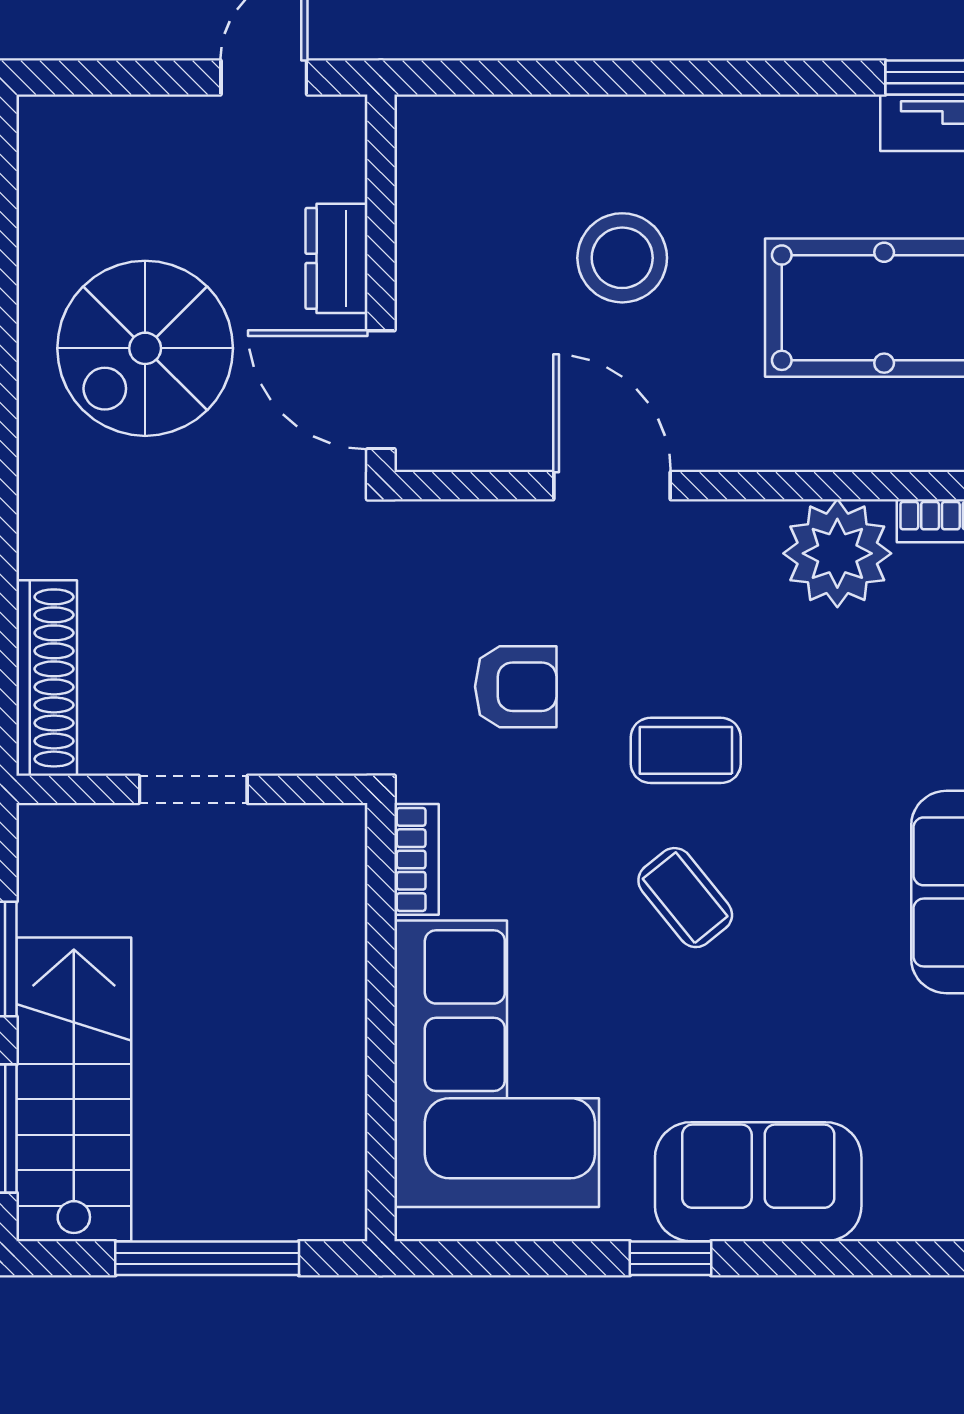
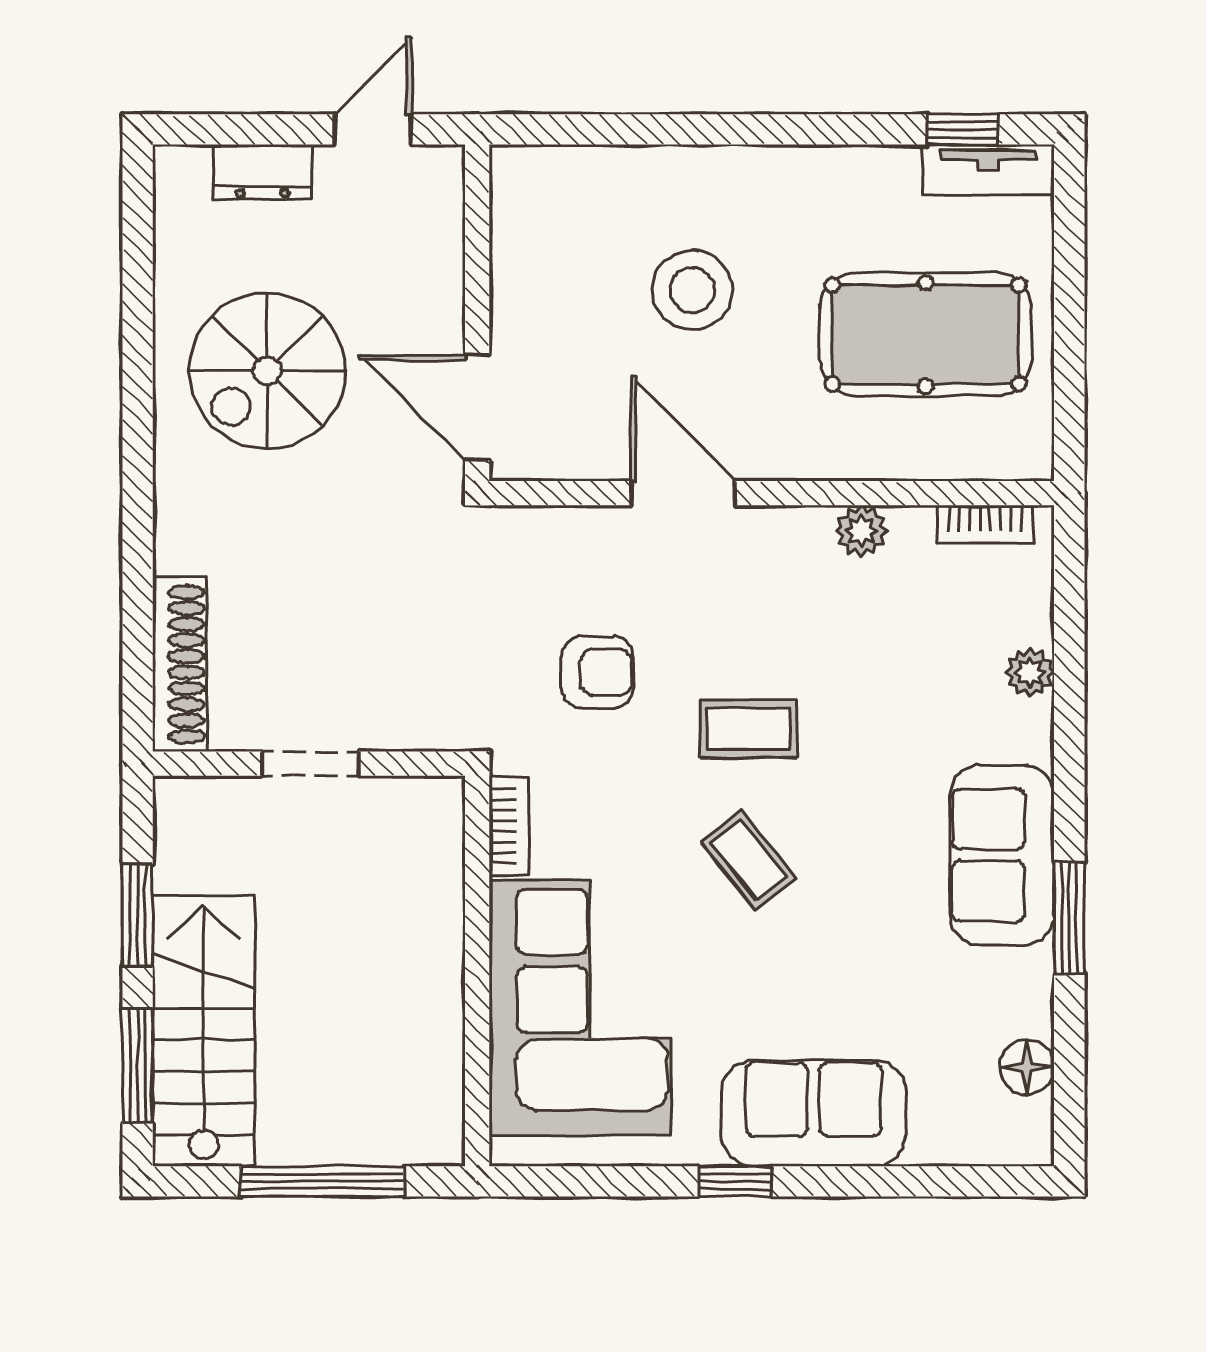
dresser: (336, 258) -> (262, 172), moved, turned -90
plant: (837, 553) -> (861, 531), width x0.53, depth x0.53

